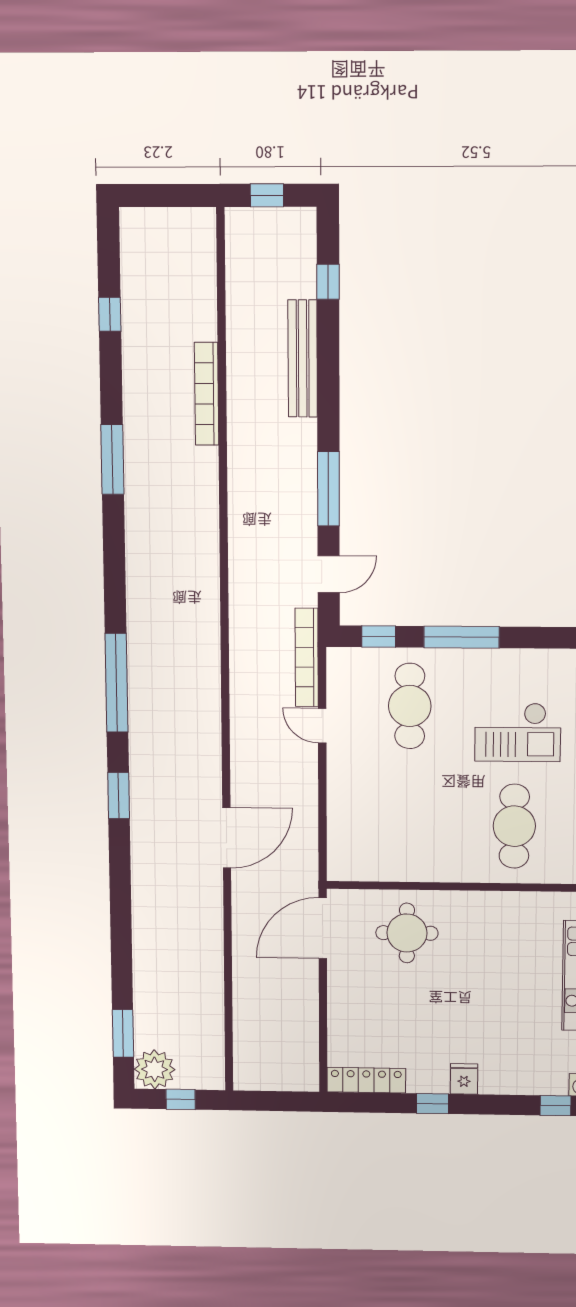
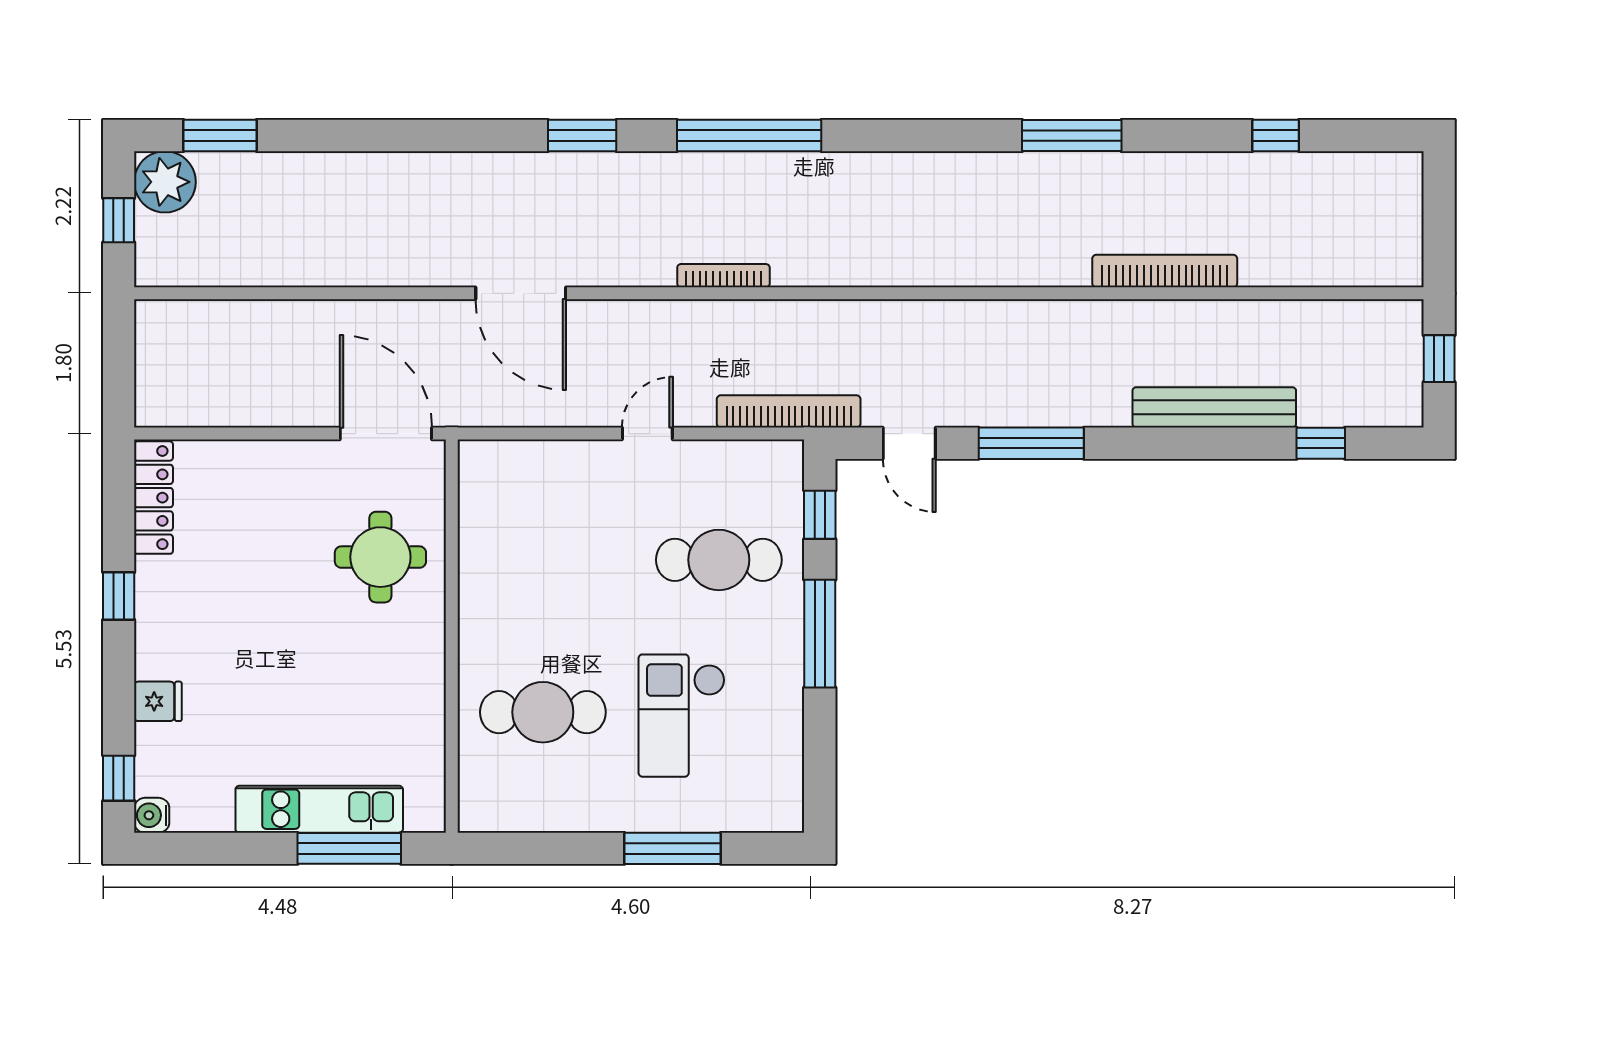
bookcase: (213, 701) -> (723, 276), added
door: (322, 726) -> (647, 434), moved
fridge: (464, 1079) -> (158, 701), moved

